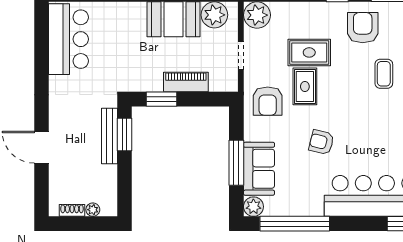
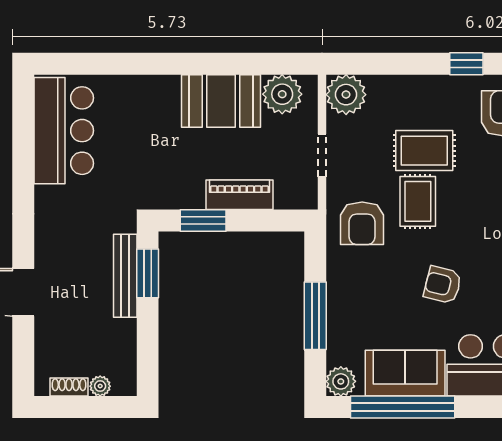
sofa: (259, 169) -> (405, 373), moved, turned -90

